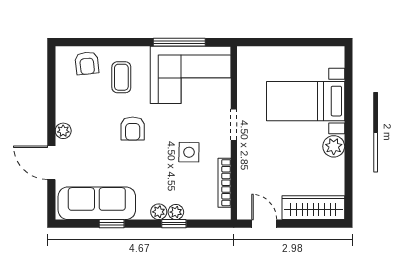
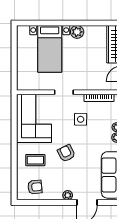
window: (179, 42) -> (14, 125), removed
armchair: (87, 63) -> (35, 187), moved
armchair: (133, 129) -> (66, 153), turned -117

